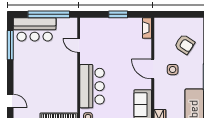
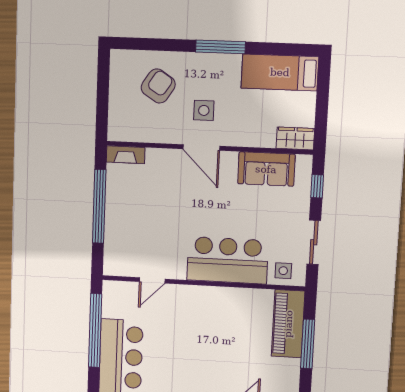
window: (118, 14) -> (99, 206), width x2.11
door: (153, 69) -> (201, 147), hinge flipped

